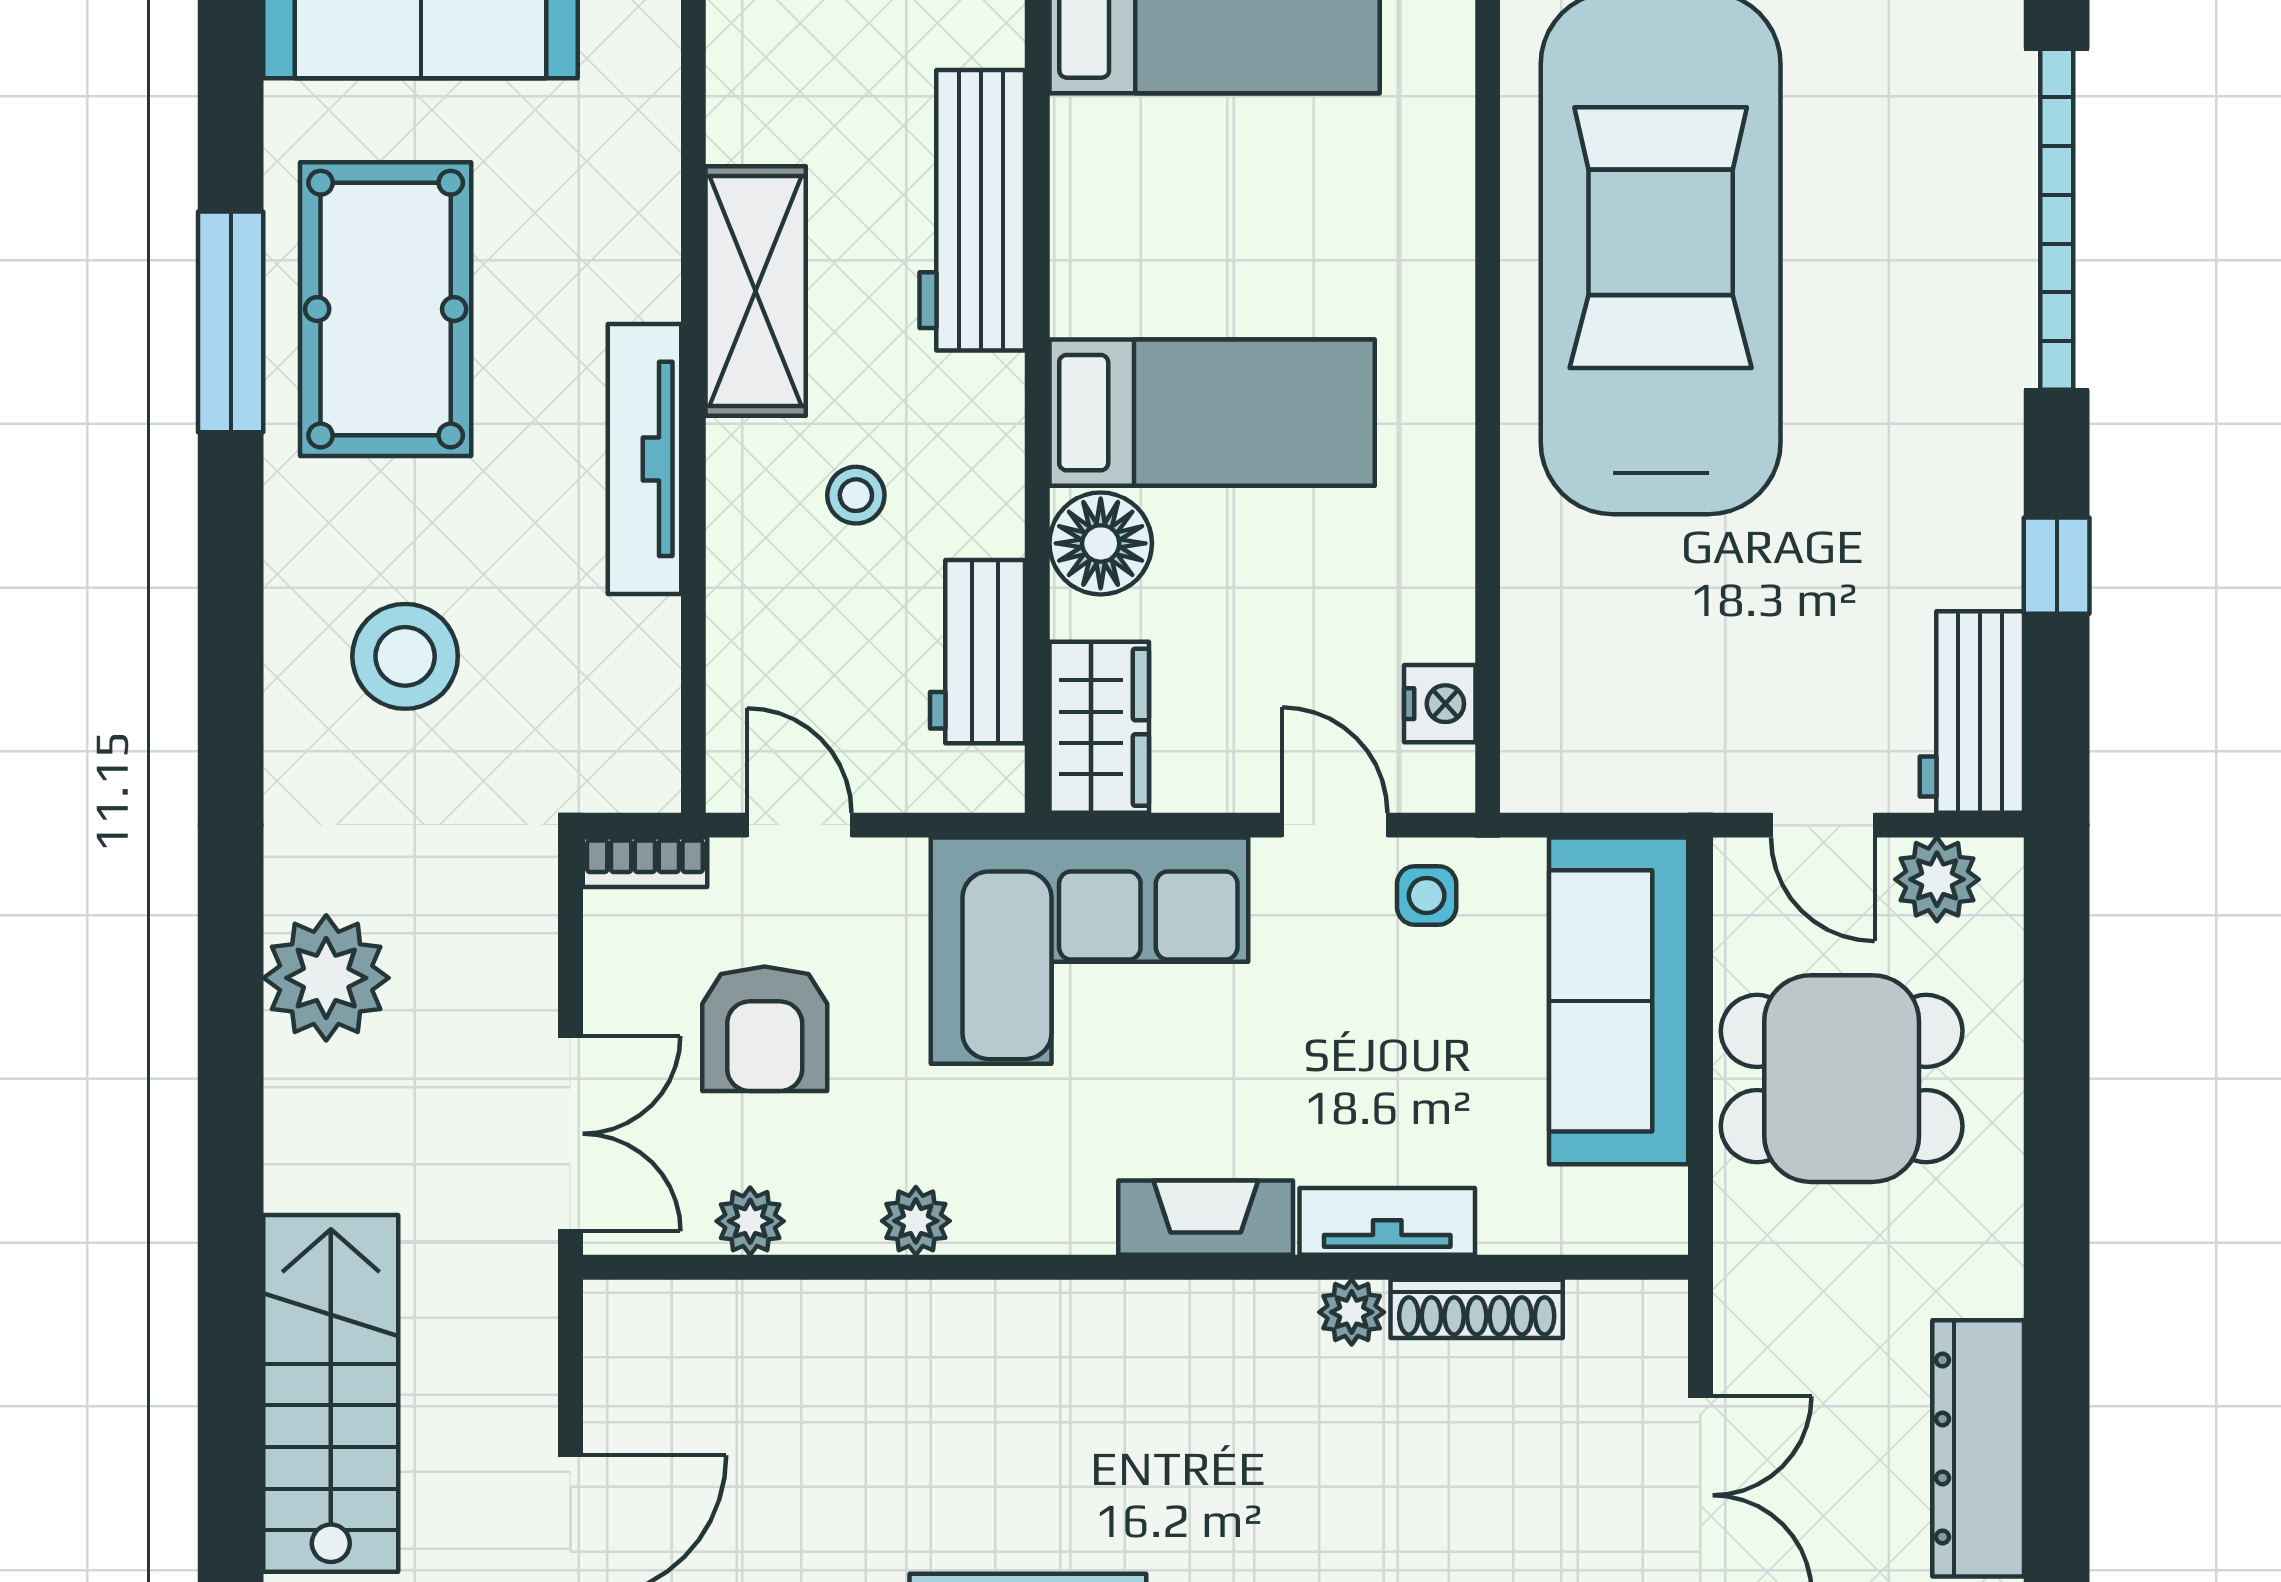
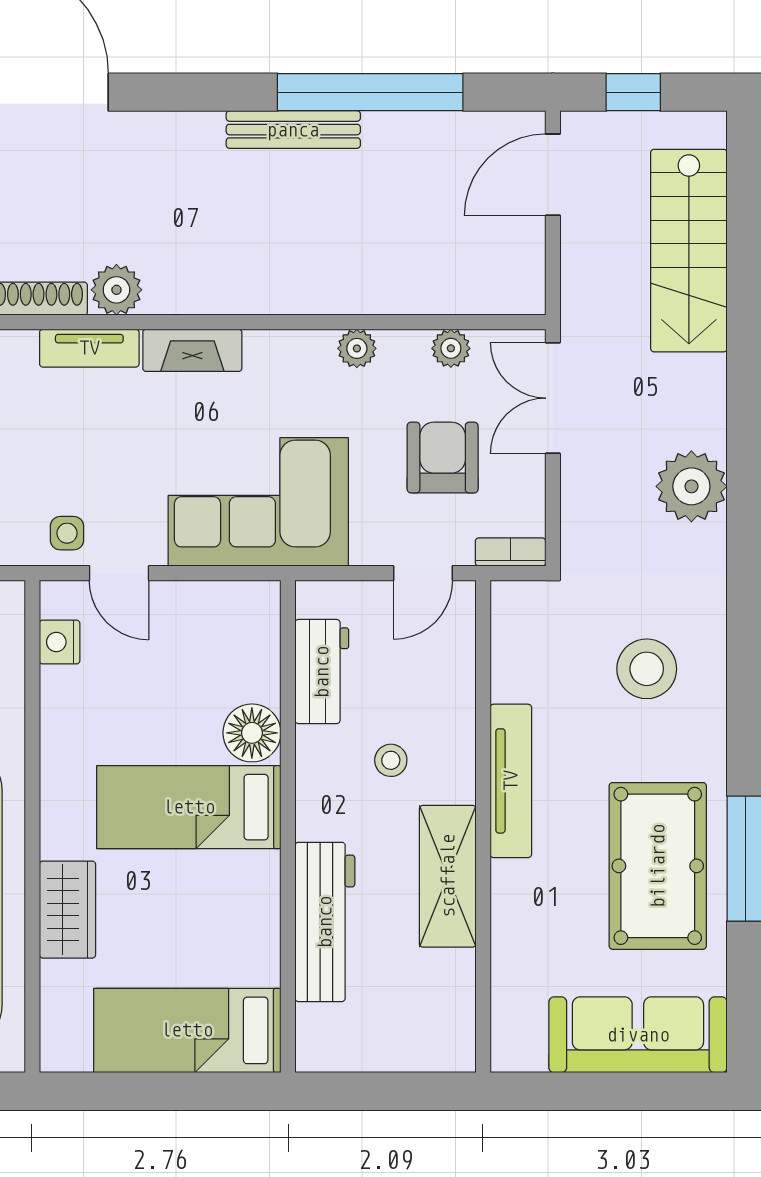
wardrobe: (1099, 727) -> (68, 910), moved, turned 180
door: (799, 825) -> (423, 573), hinge flipped
plant: (1352, 1312) -> (116, 290), width x1.38, depth x1.38

